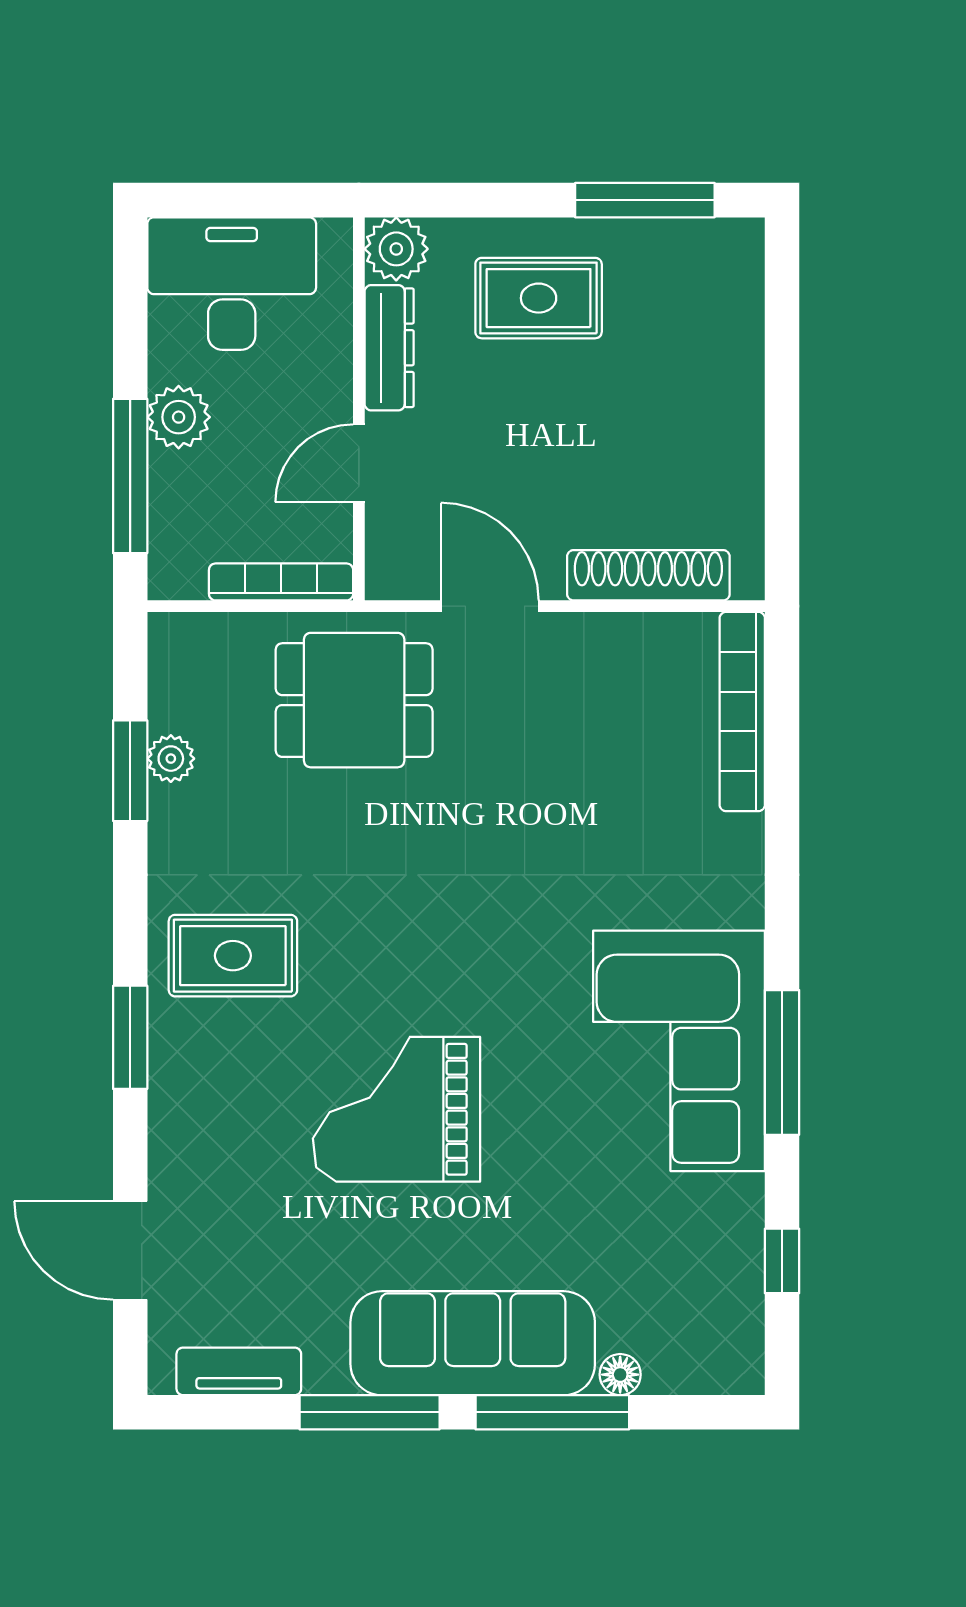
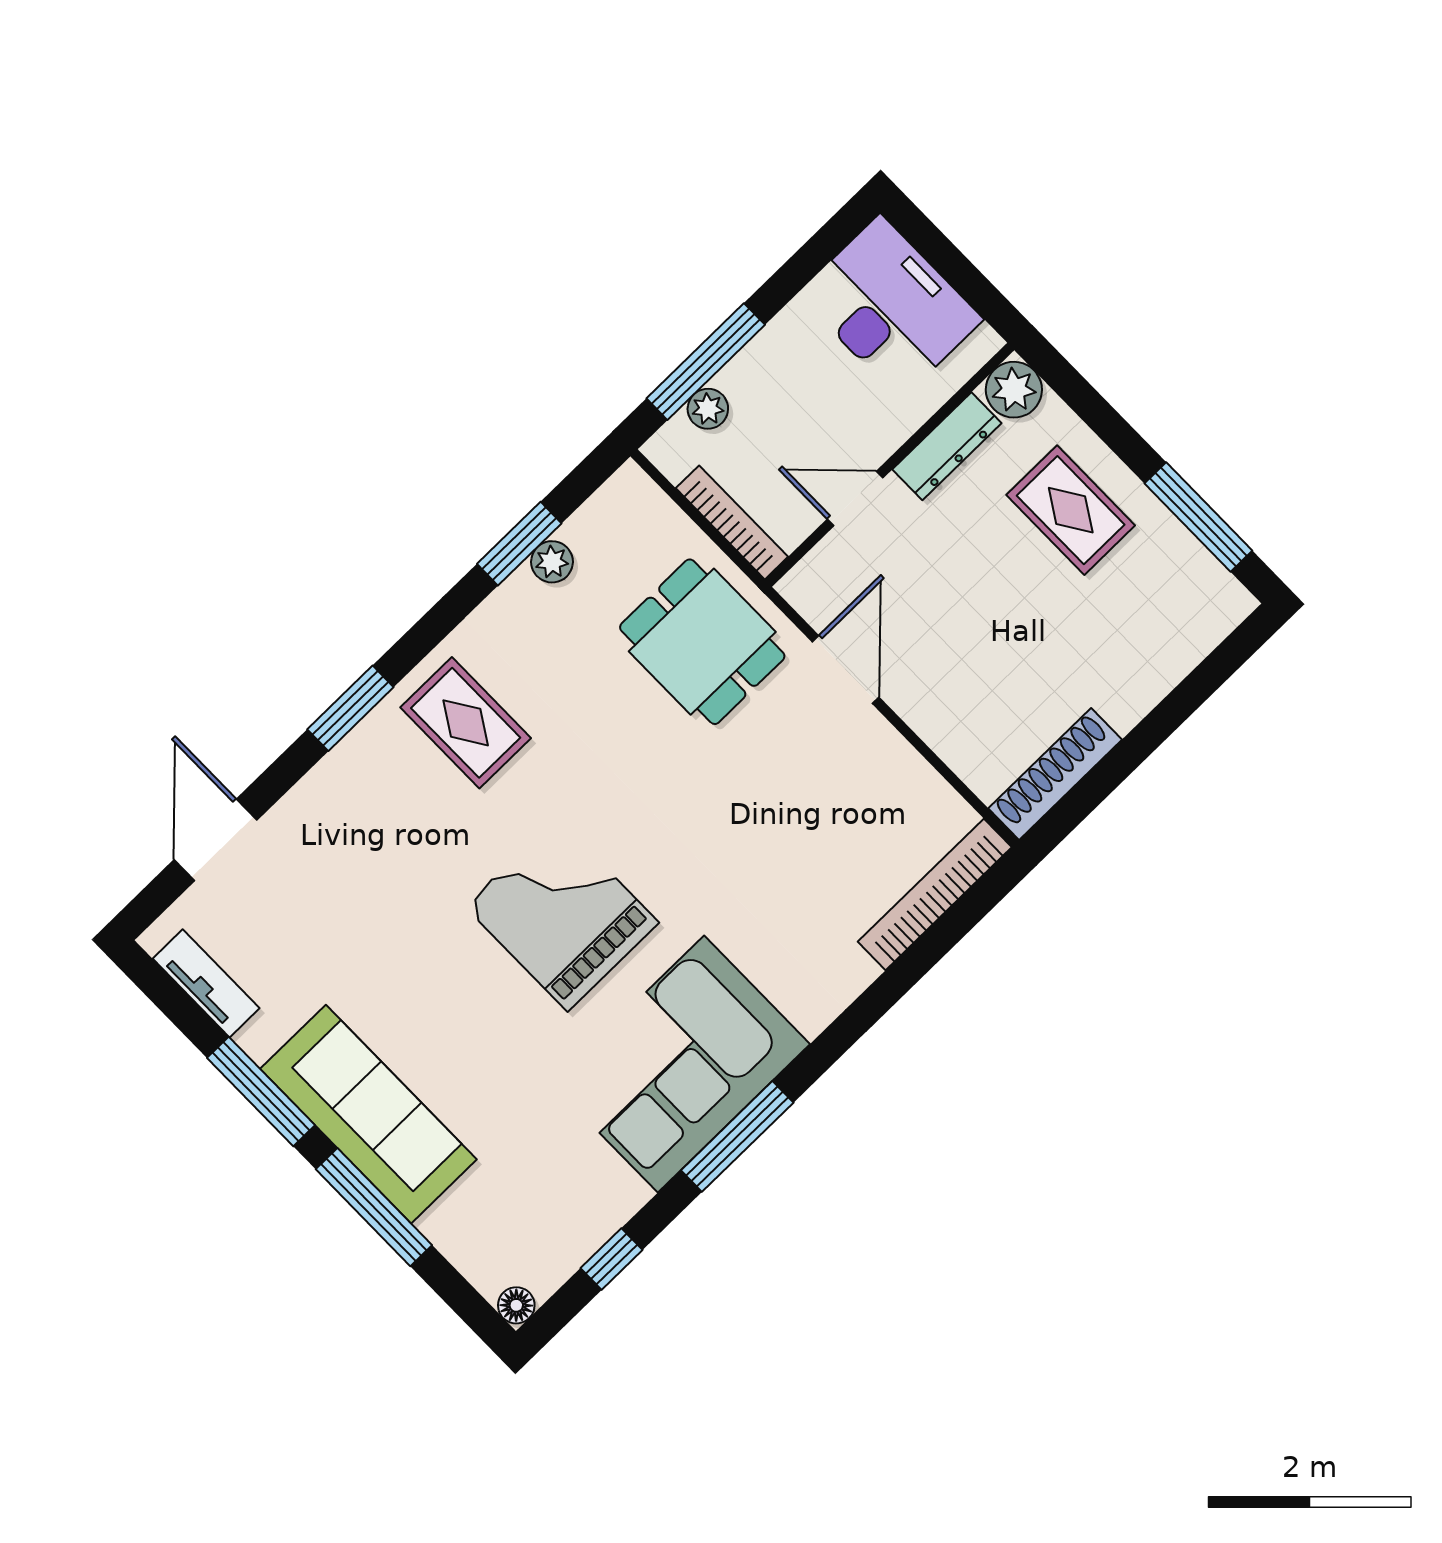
plant: (179, 417) -> (708, 409), moved, width x0.73, depth x0.73
shoe rack: (648, 575) -> (1055, 774), moved, turned -90
grand piano: (396, 1109) -> (562, 915), moved
floor lamp: (620, 1375) -> (516, 1305), moved

